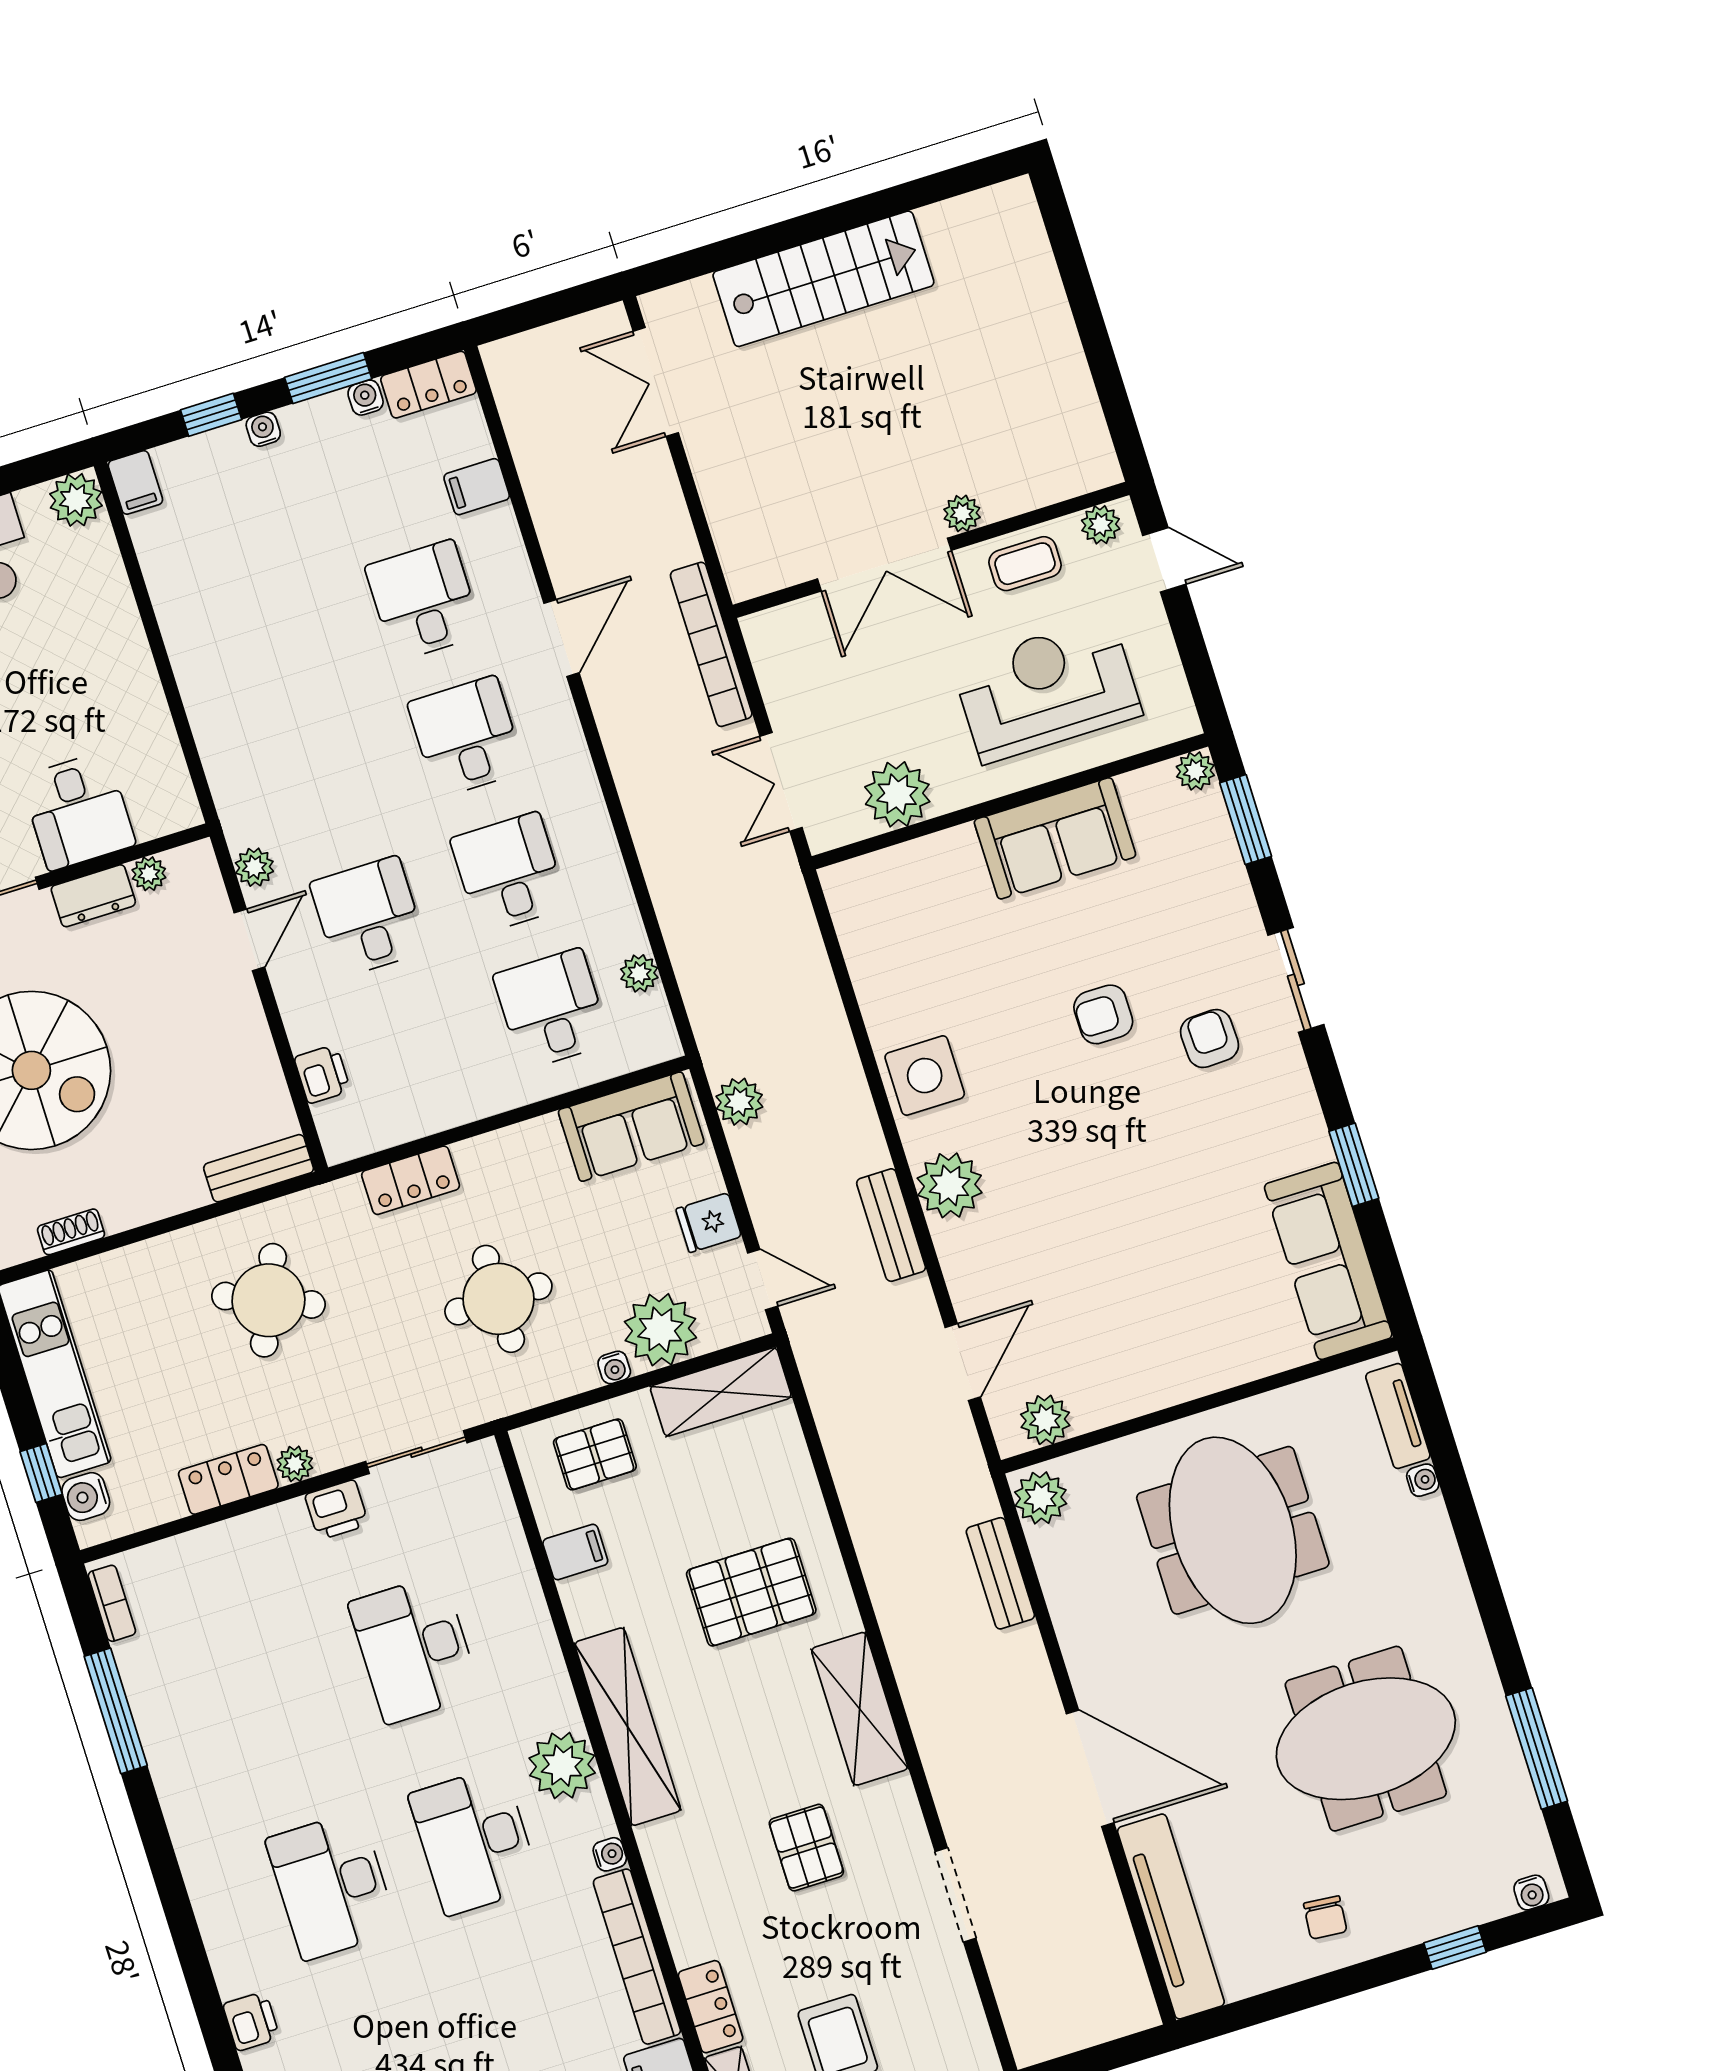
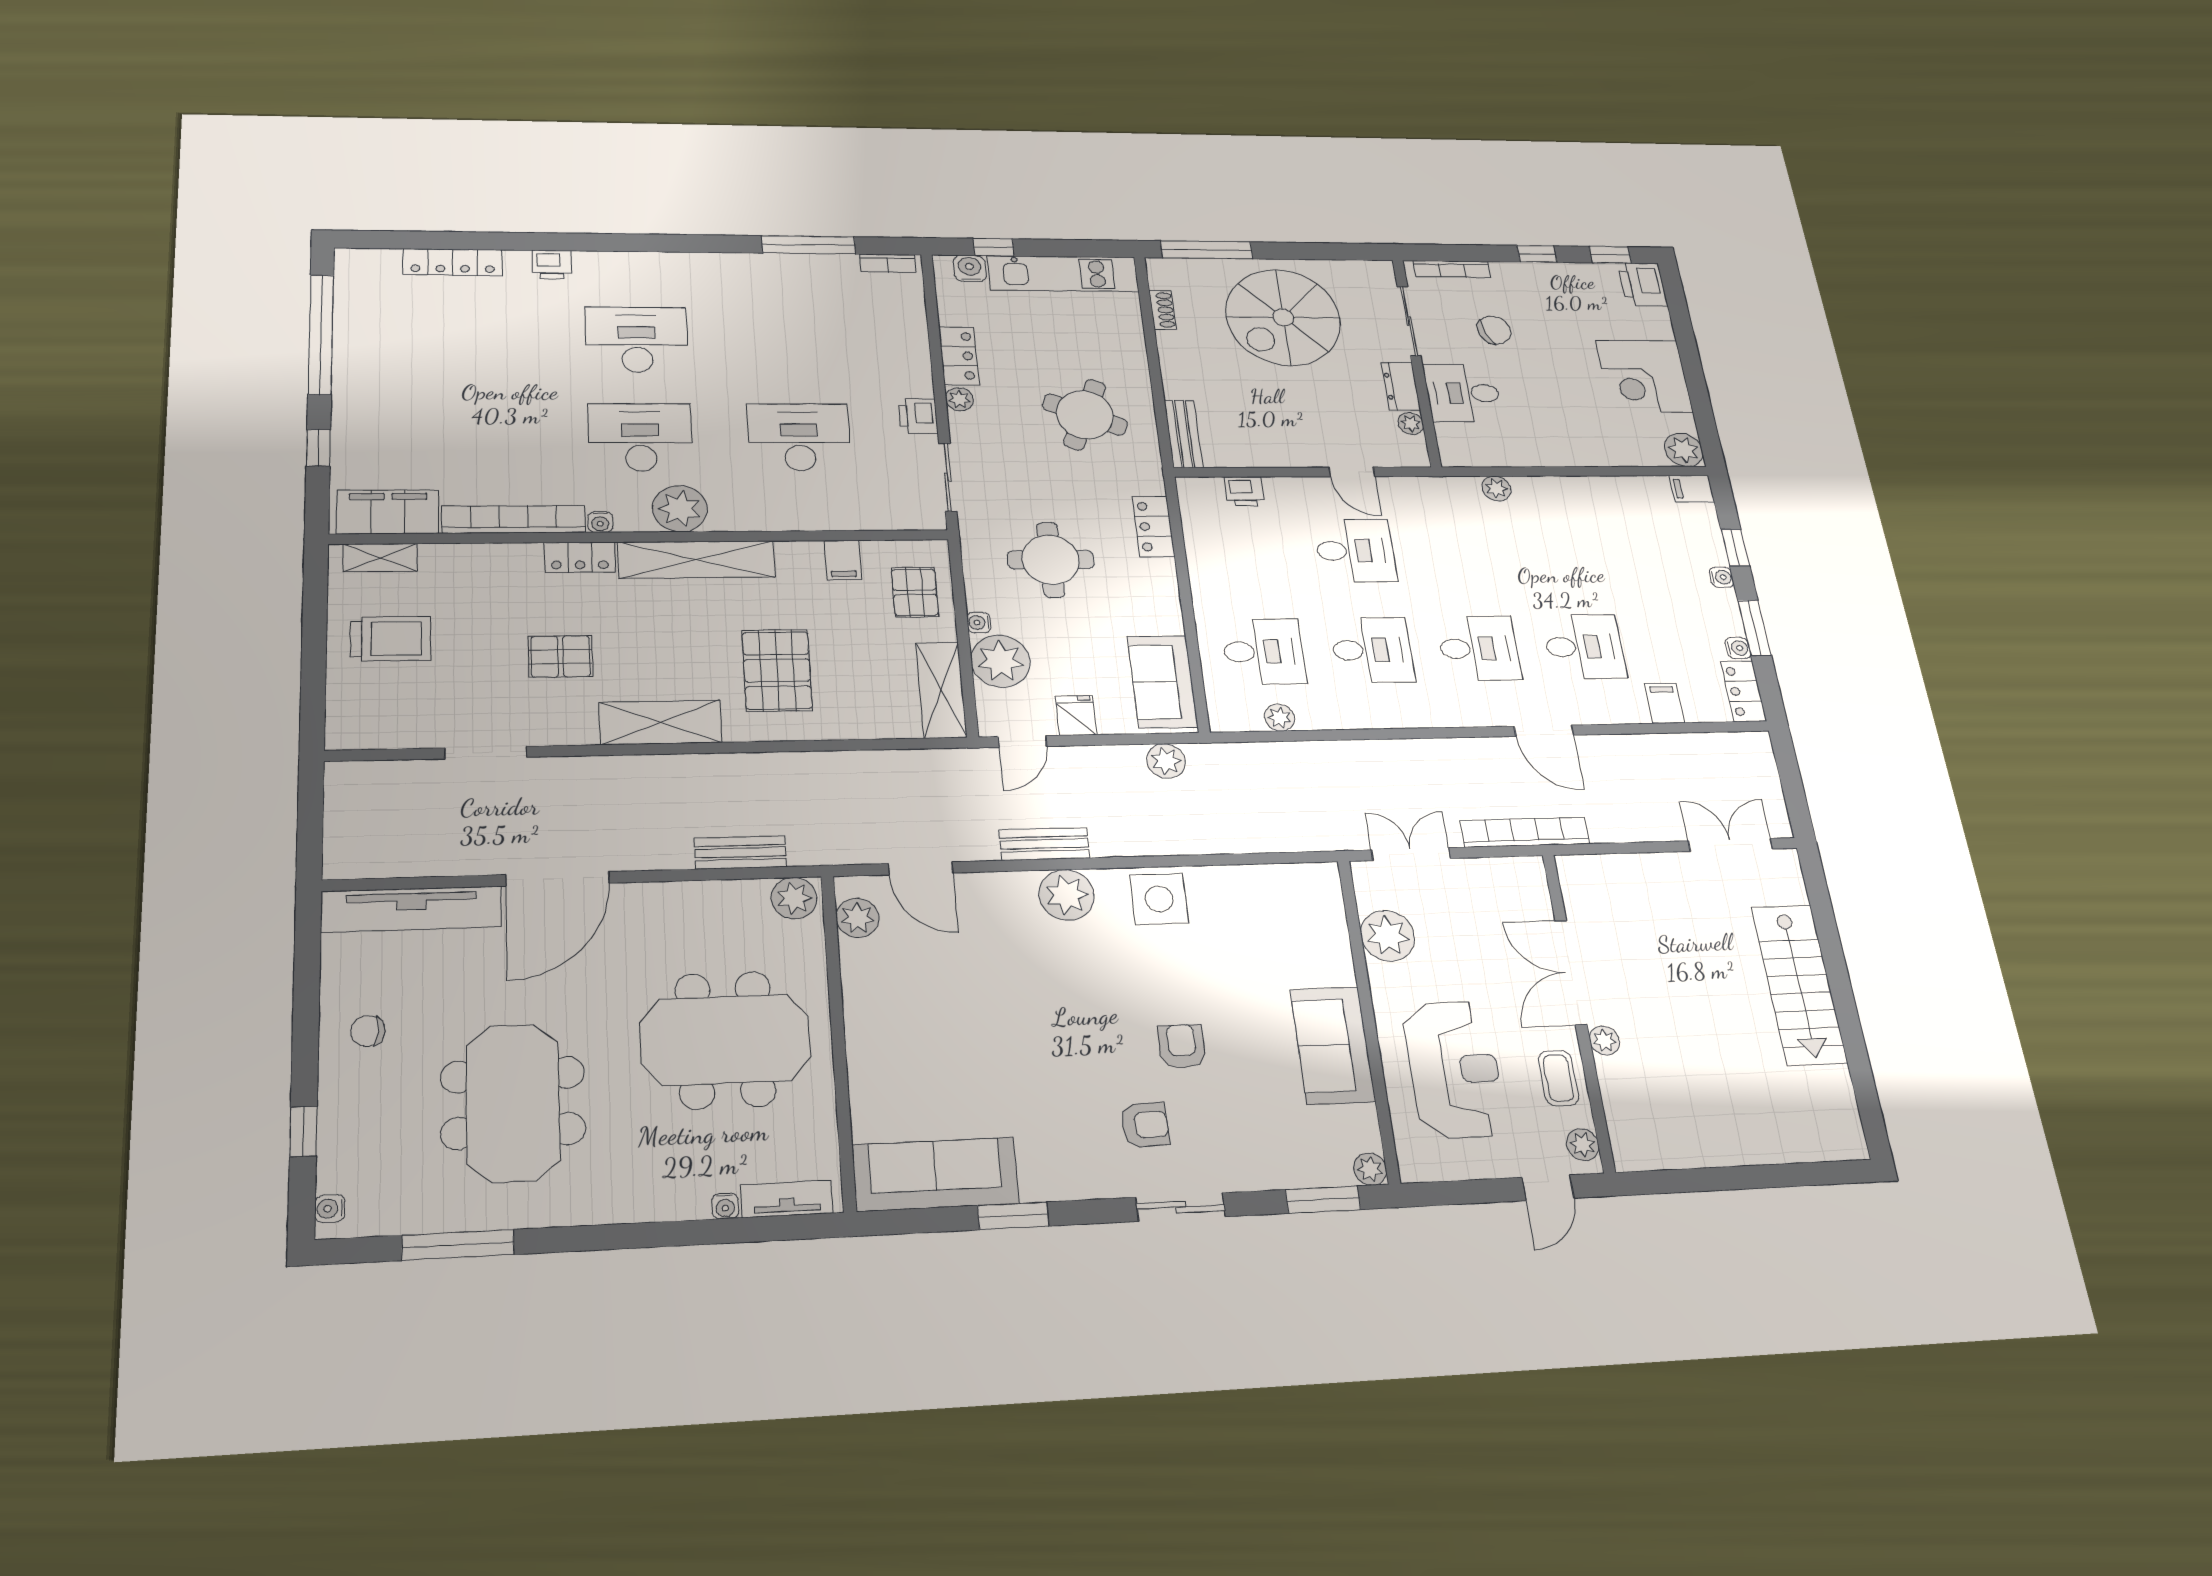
plant: (254, 867) -> (1496, 489), moved
locker: (710, 2007) -> (580, 557), moved

